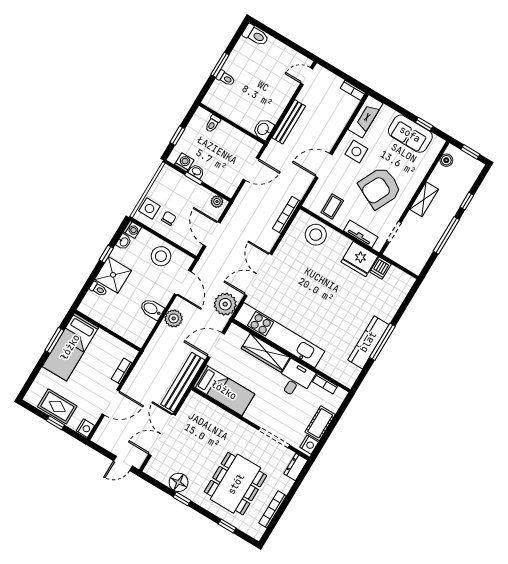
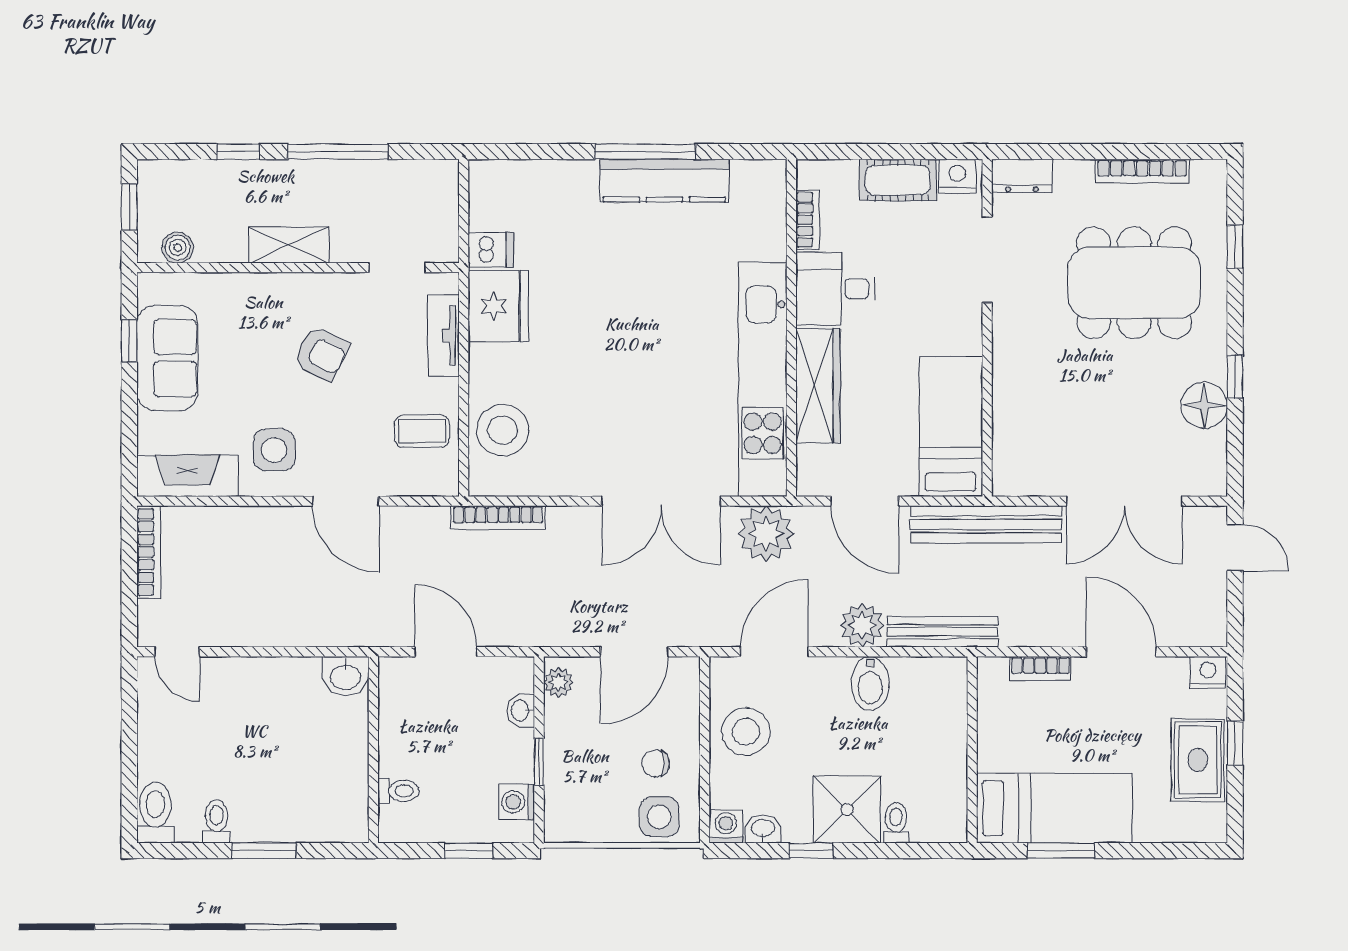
toilet: (226, 78) -> (216, 821), moved
bookcase: (353, 90) -> (149, 552), width x1.56
bench: (289, 122) -> (943, 632), moved
washbasin: (196, 172) -> (521, 711), moved
armchair: (380, 188) -> (321, 354), width x0.53, depth x0.53

